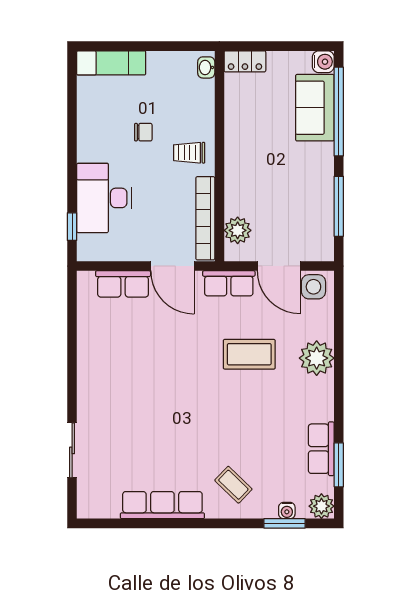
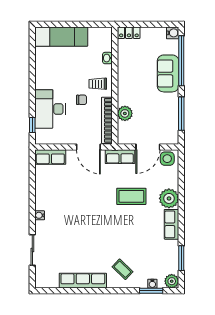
exam couch: (111, 63) -> (61, 37), width x1.36, depth x1.45
washbasin: (206, 67) -> (107, 58), moved
sofa: (315, 108) -> (168, 73), moved
chair: (143, 132) -> (82, 100), moved
plant: (238, 230) -> (125, 113), moved
door: (279, 266) -> (148, 147), hinge flipped
row of seats: (123, 284) -> (50, 157), moved
water cooler: (85, 388) -> (40, 215), added
row of seats: (321, 449) -> (172, 224), moved

